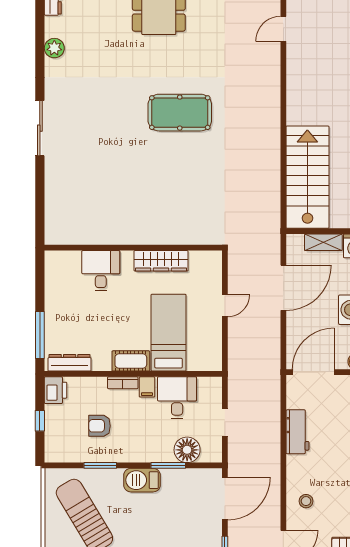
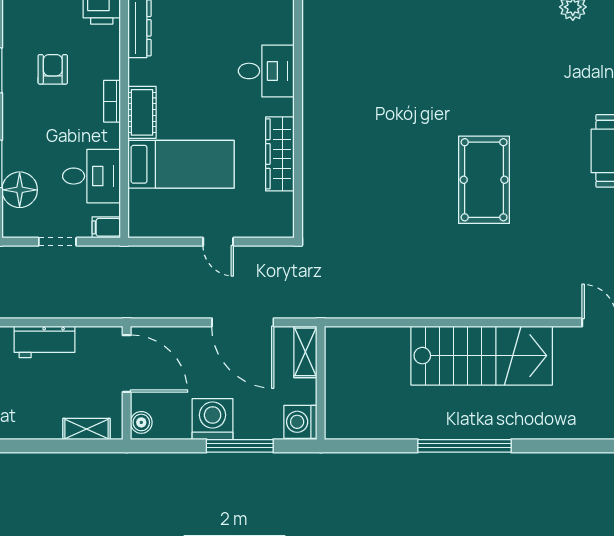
stairs: (307, 177) -> (482, 356), moved
shelving: (323, 242) -> (305, 352), moved
filing cabinet: (147, 387) -> (106, 227), moved

